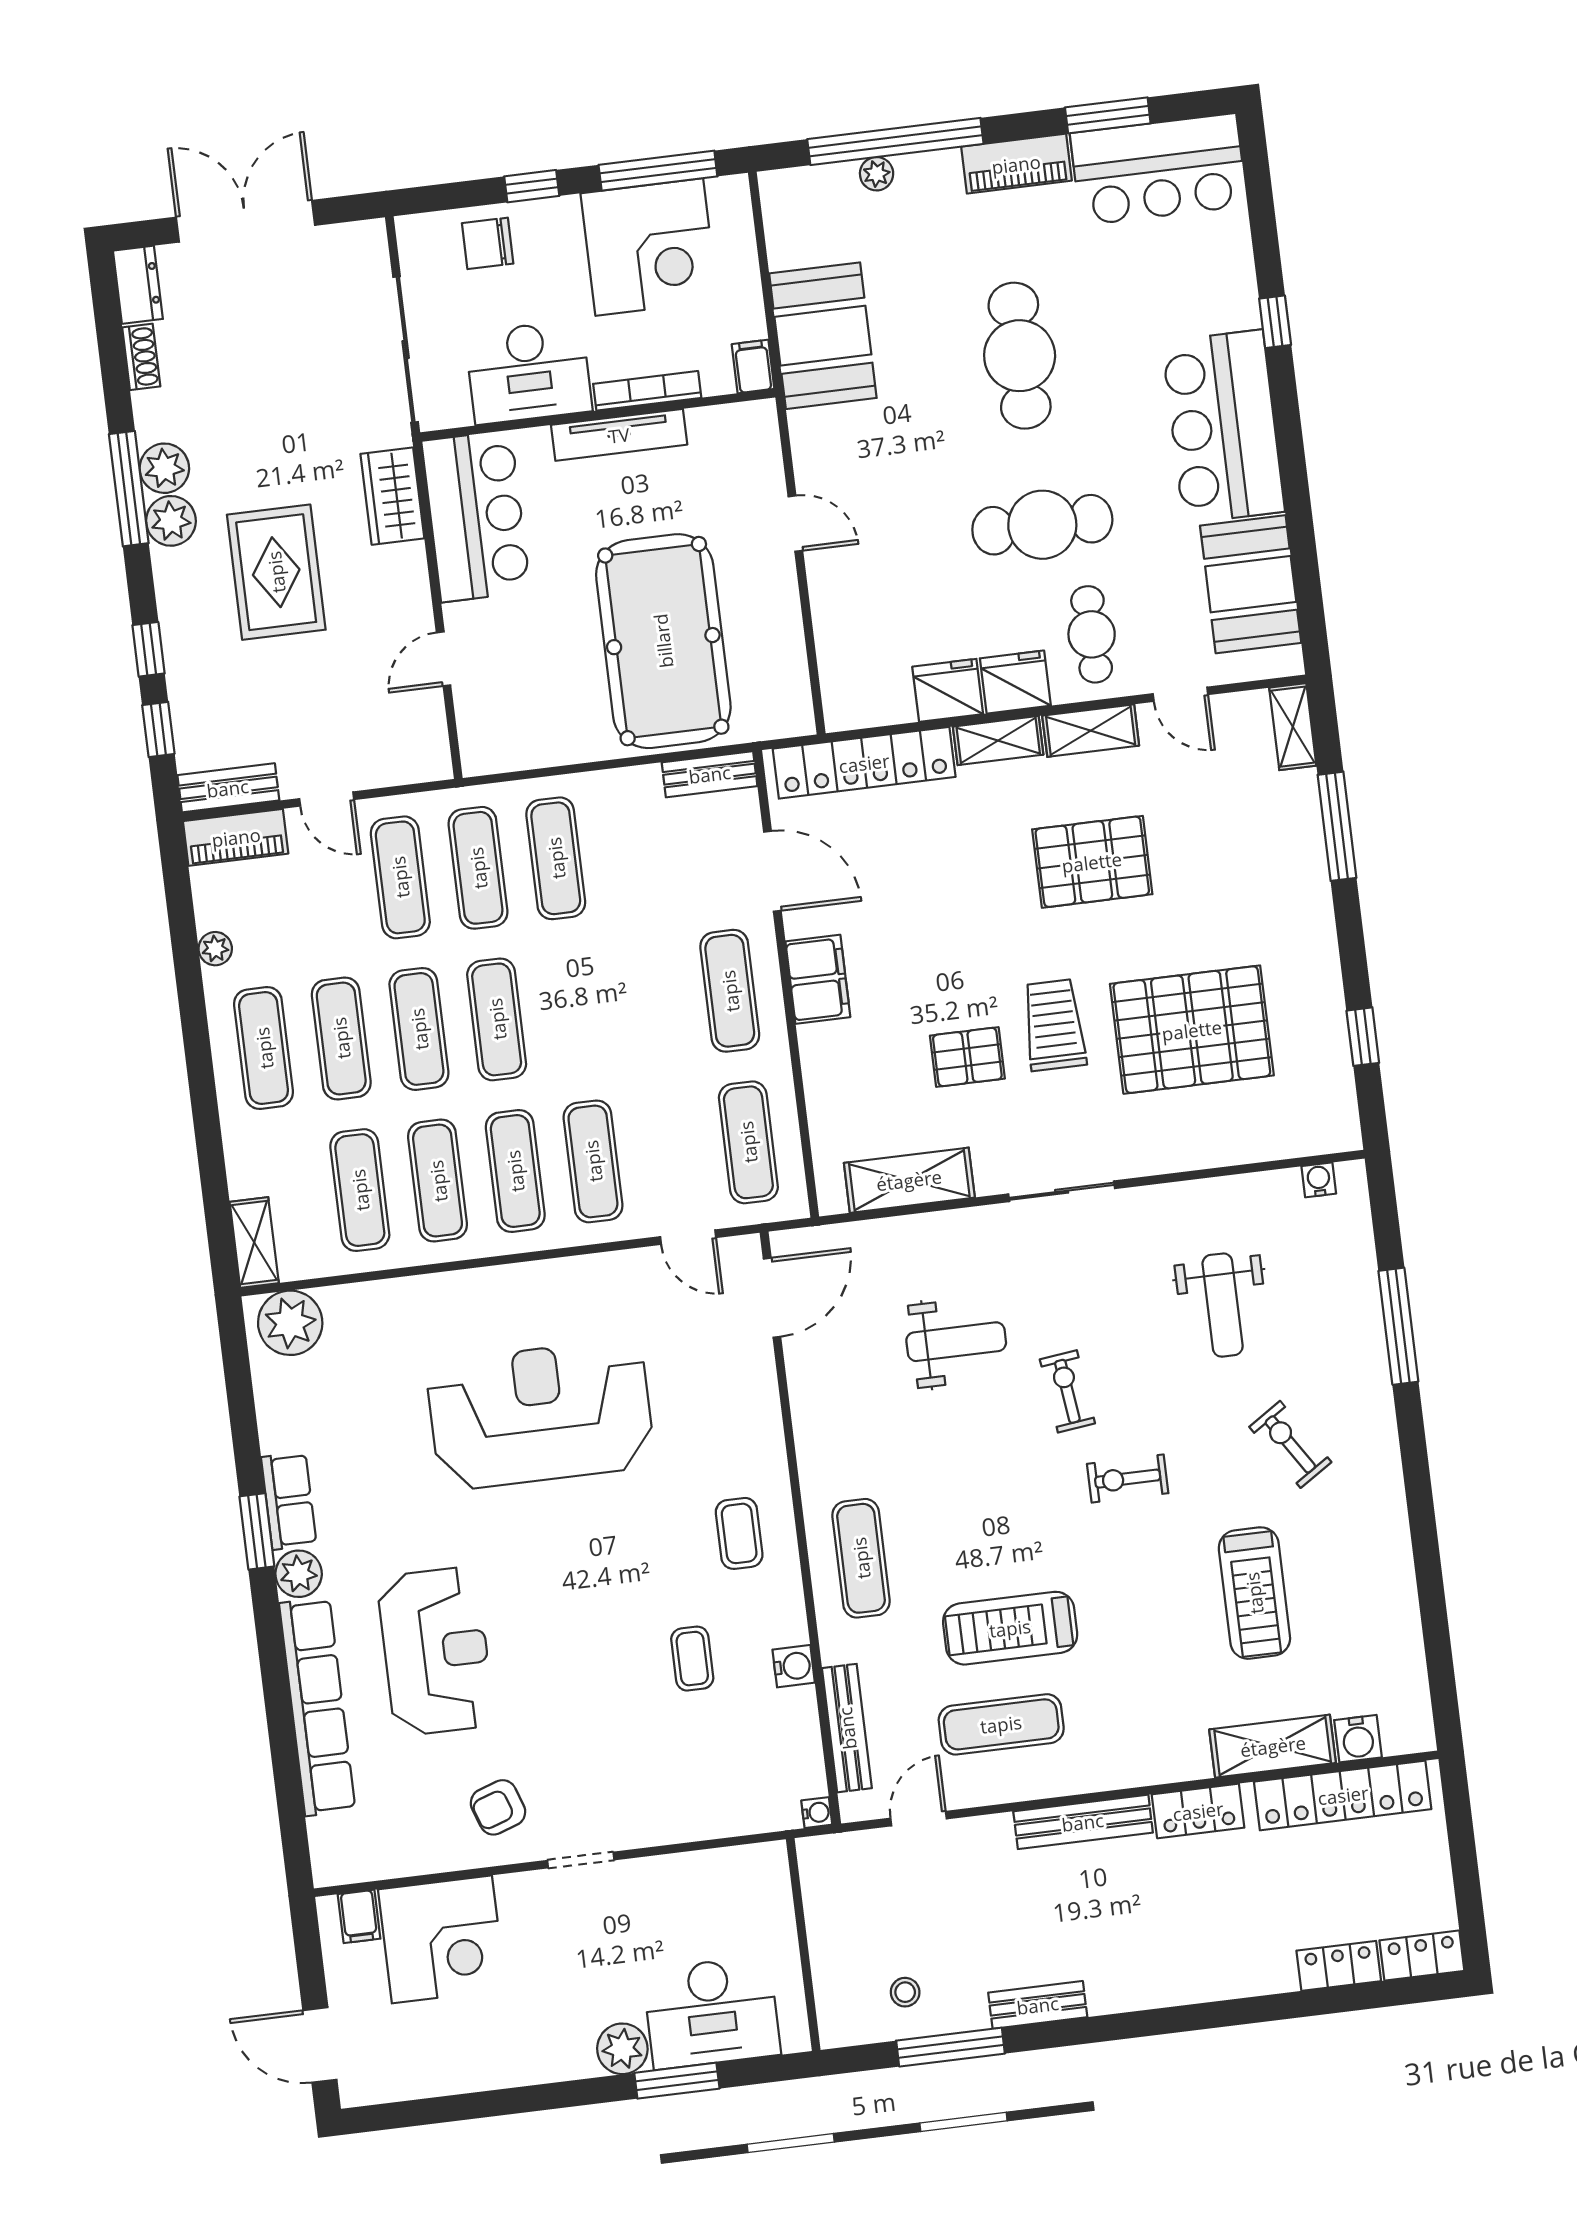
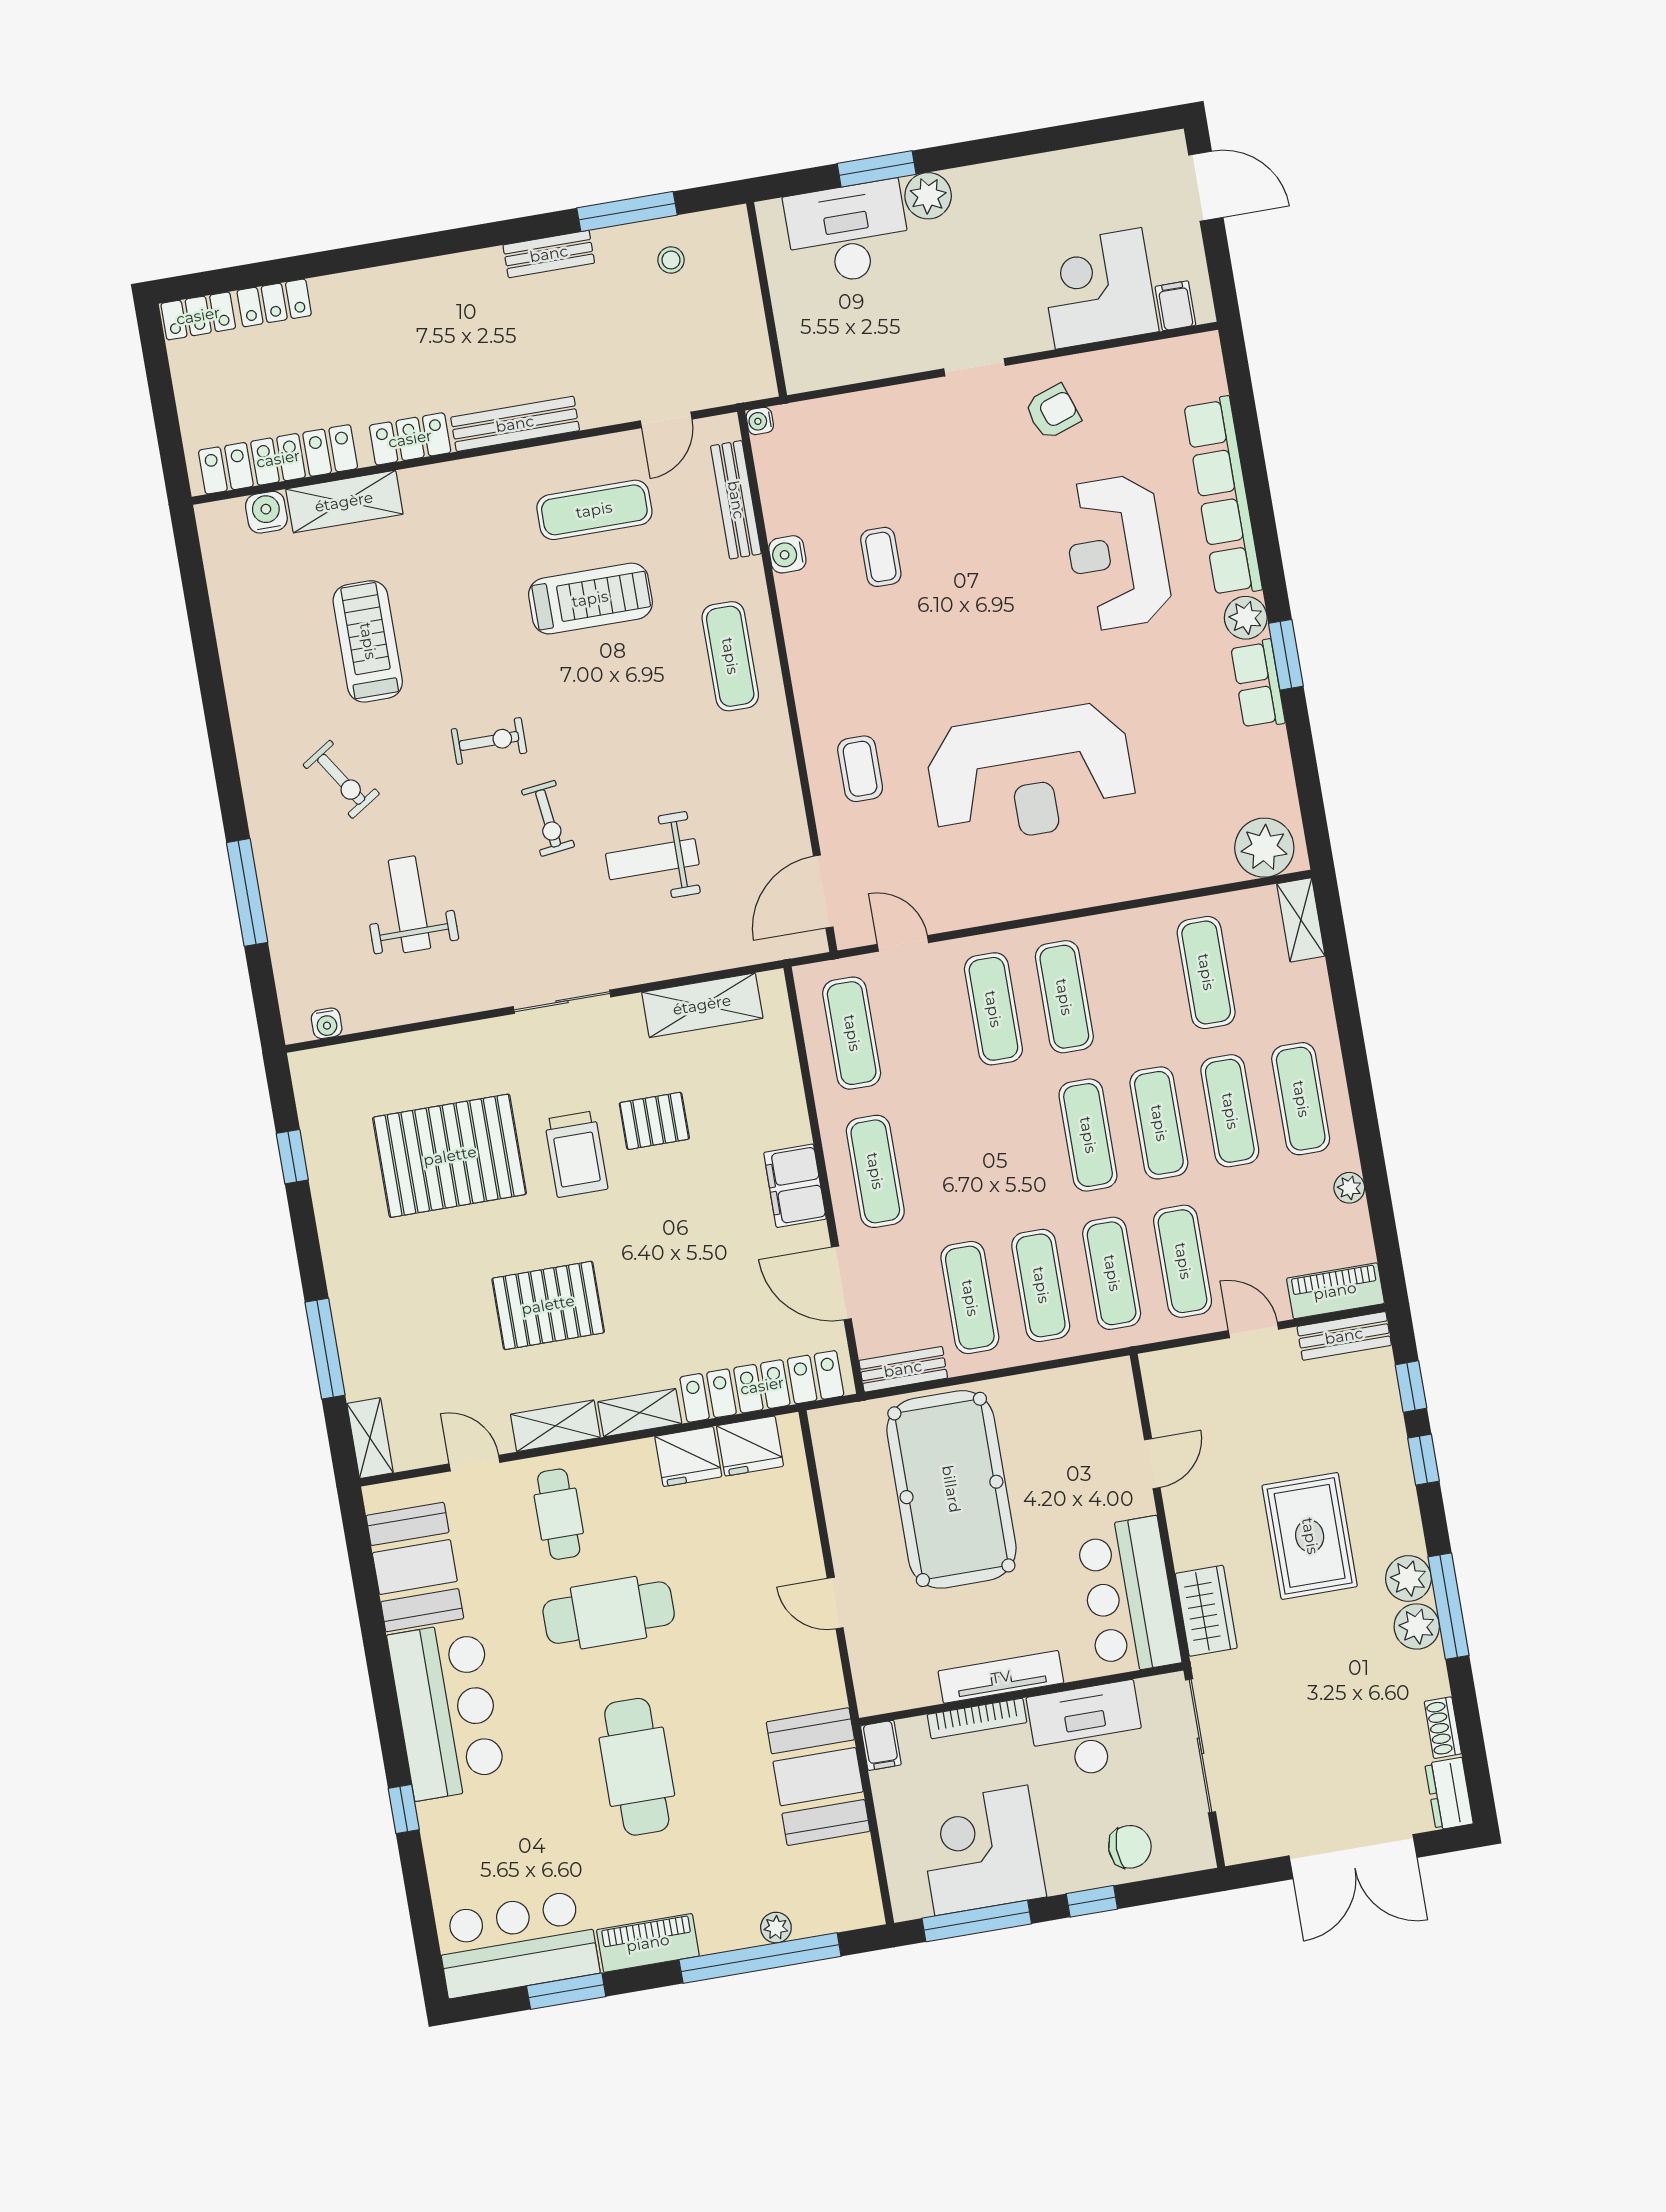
fridge: (1015, 682) -> (750, 1446), moved
exercise mat: (438, 1181) -> (970, 1298), moved
coffee table: (739, 1533) -> (860, 769), moved

